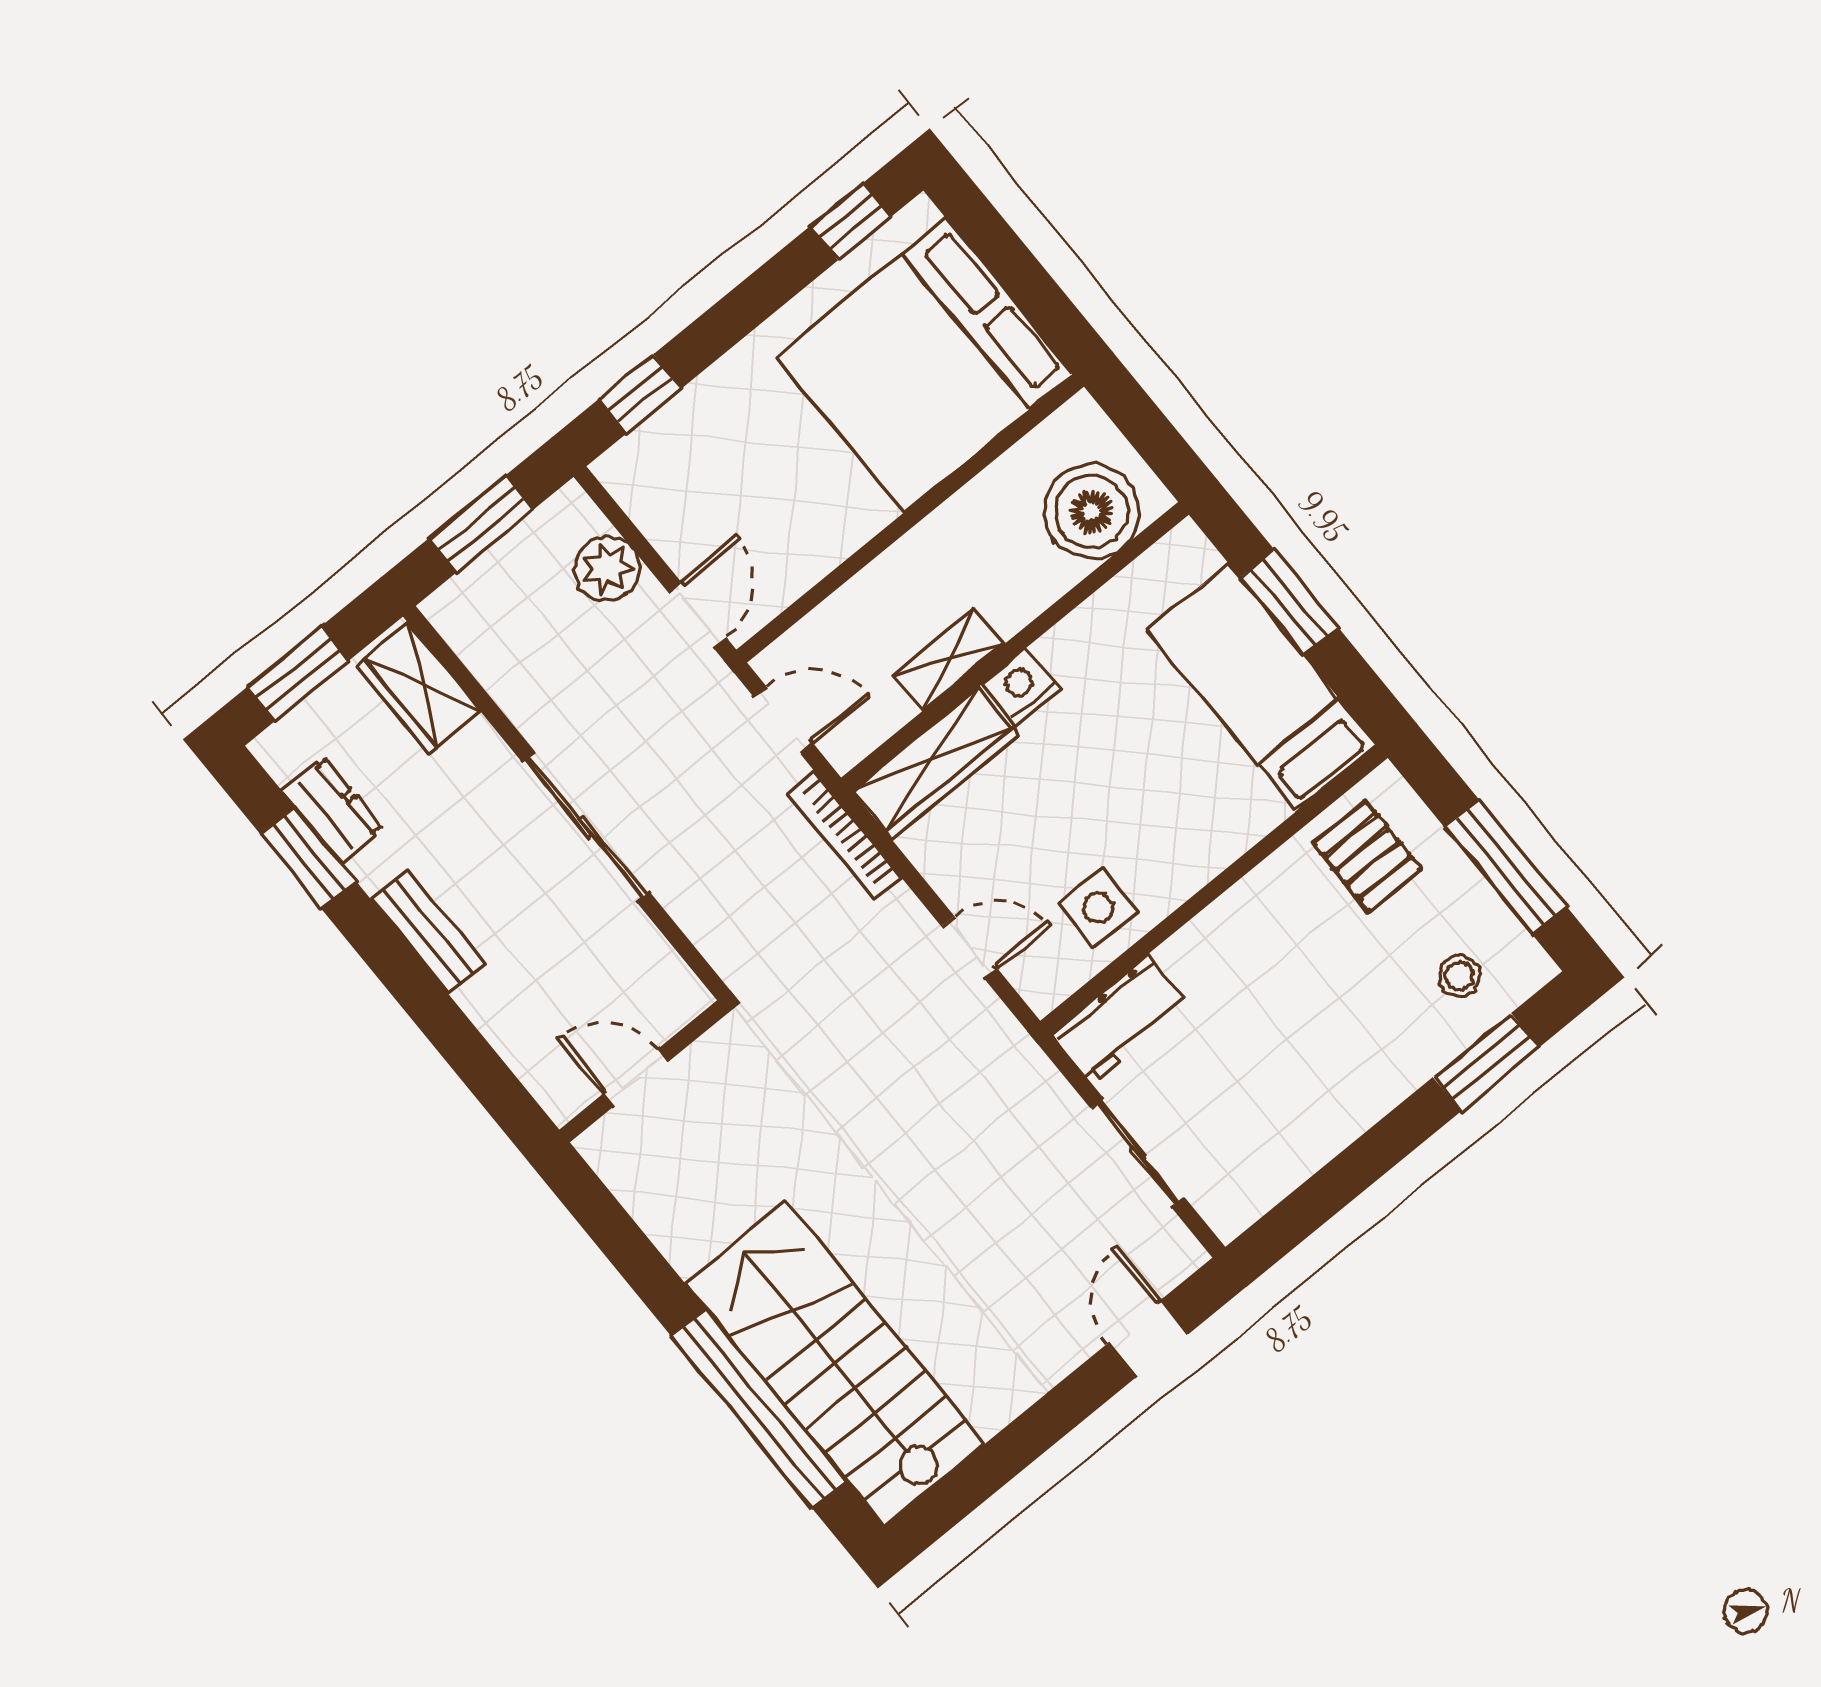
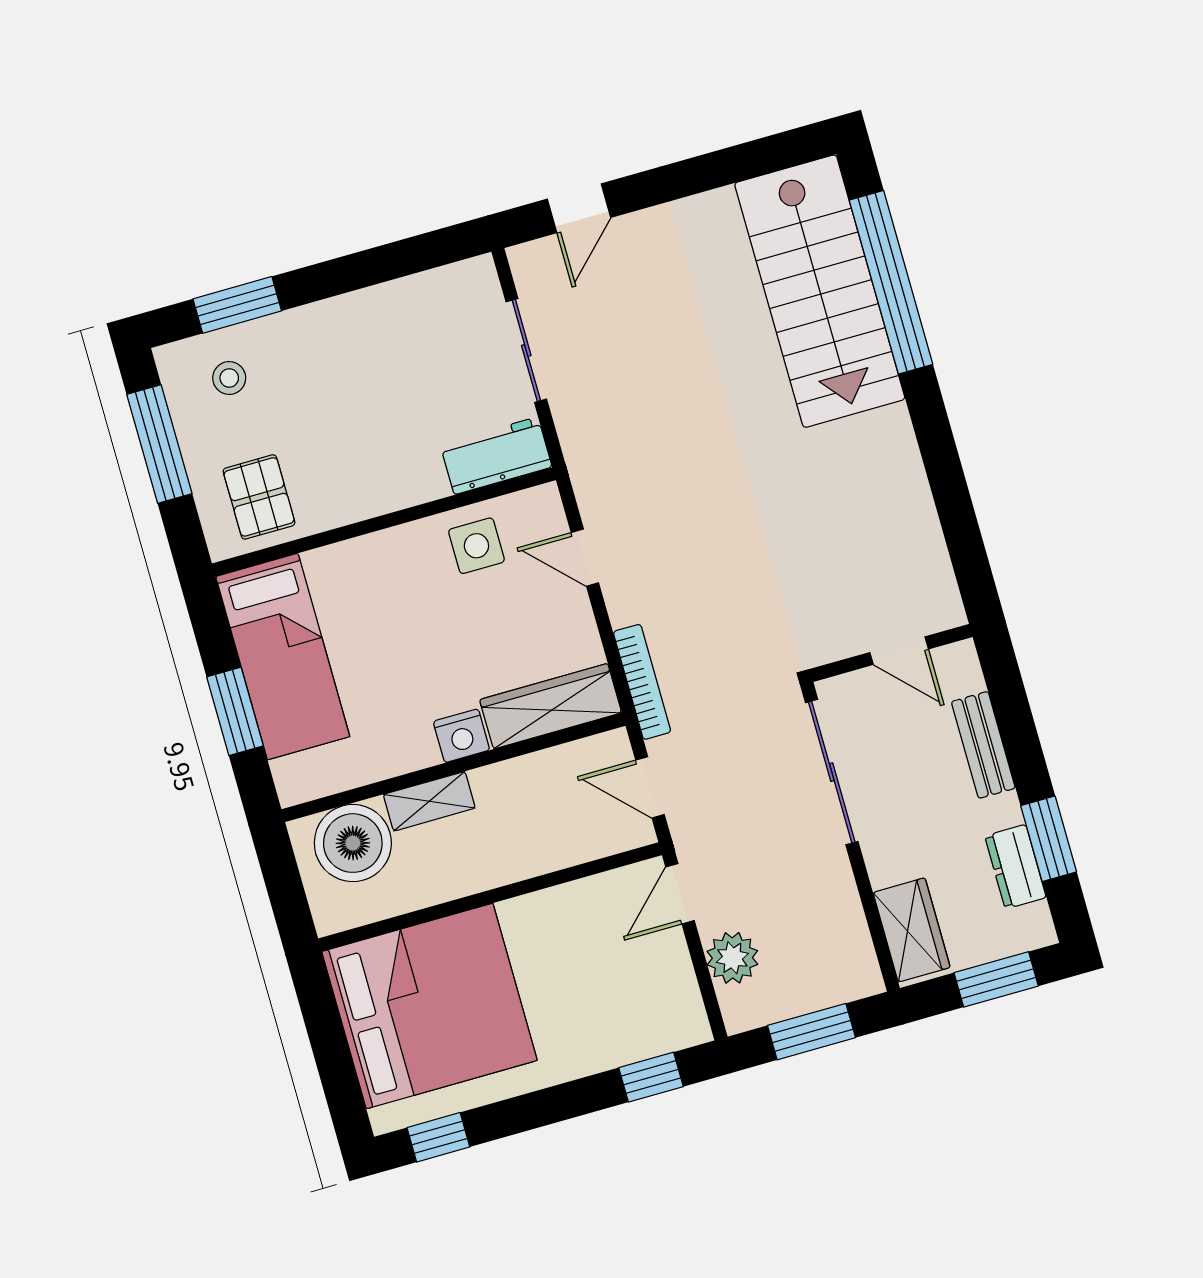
shelving: (949, 659) -> (429, 801), moved
wall: (643, 1071) -> (891, 653), moved
door: (636, 1078) -> (899, 651), moved

